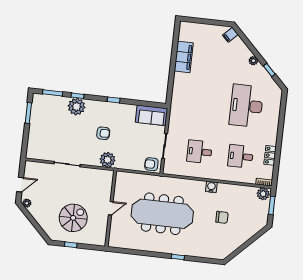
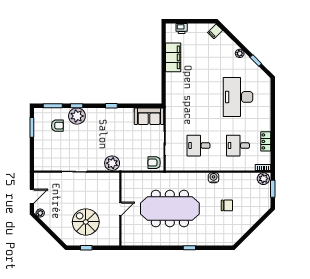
printer: (196, 28) -> (182, 28), added
armchair: (103, 133) -> (57, 126), moved
spiral stairs: (73, 218) -> (86, 222), turned -90

